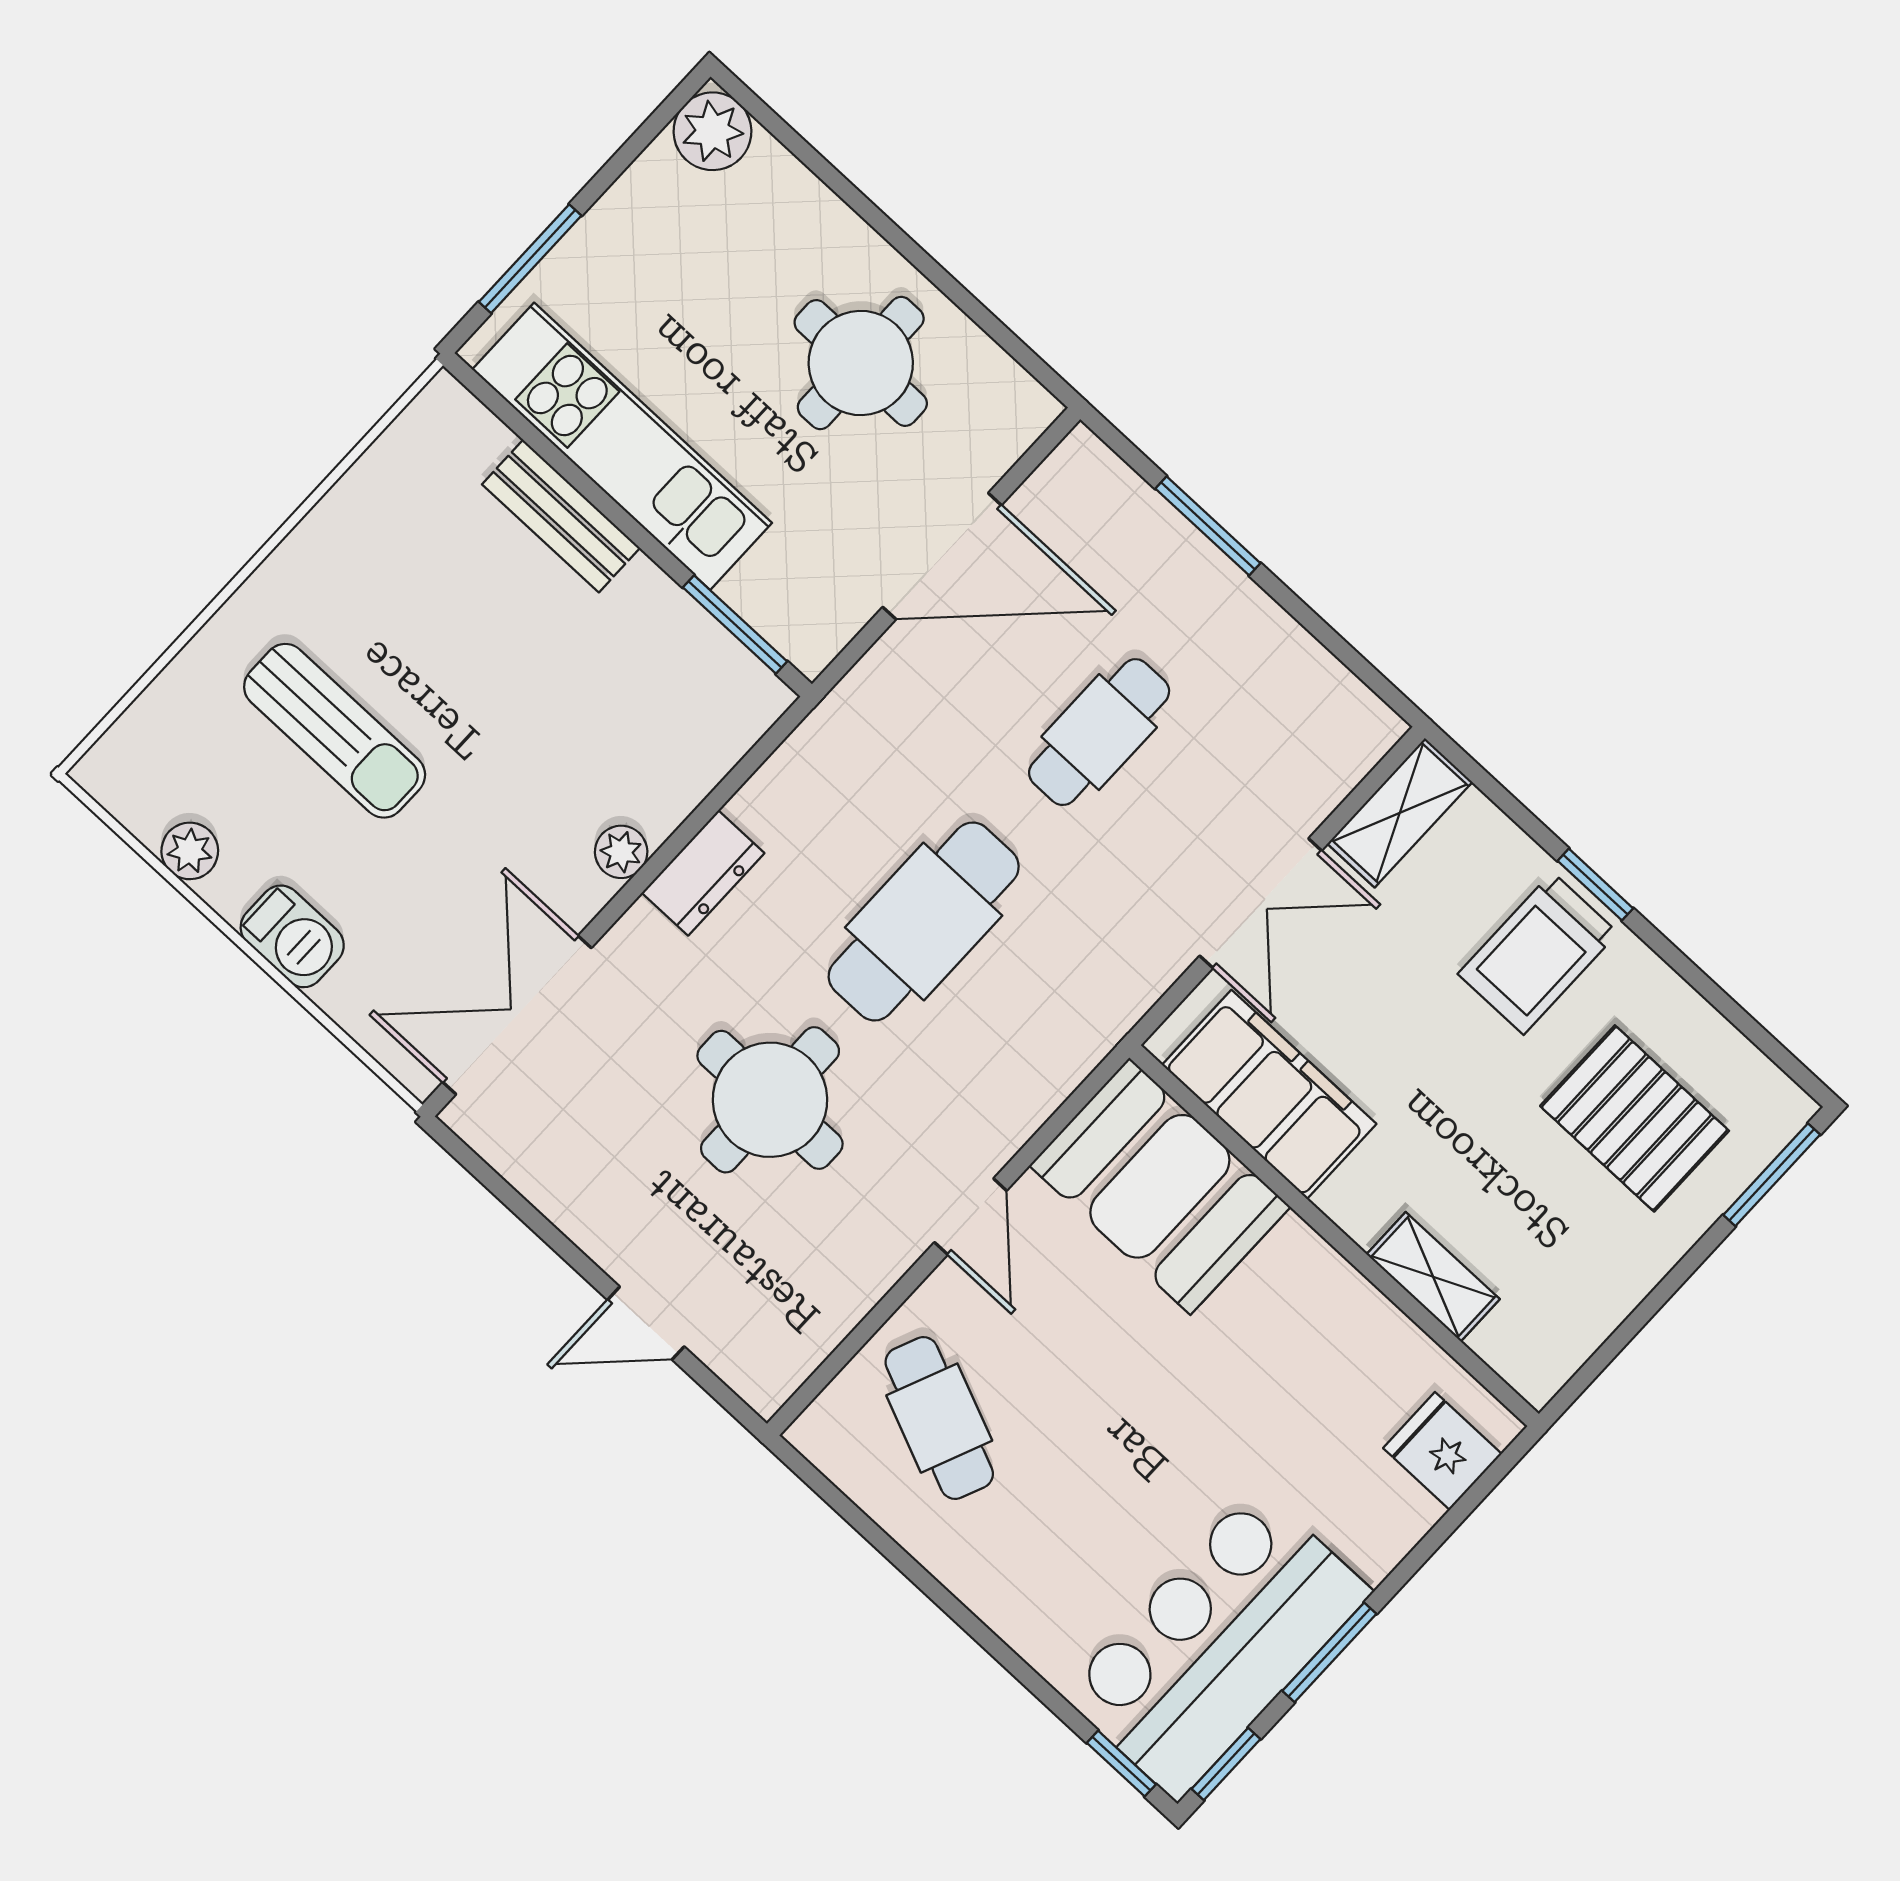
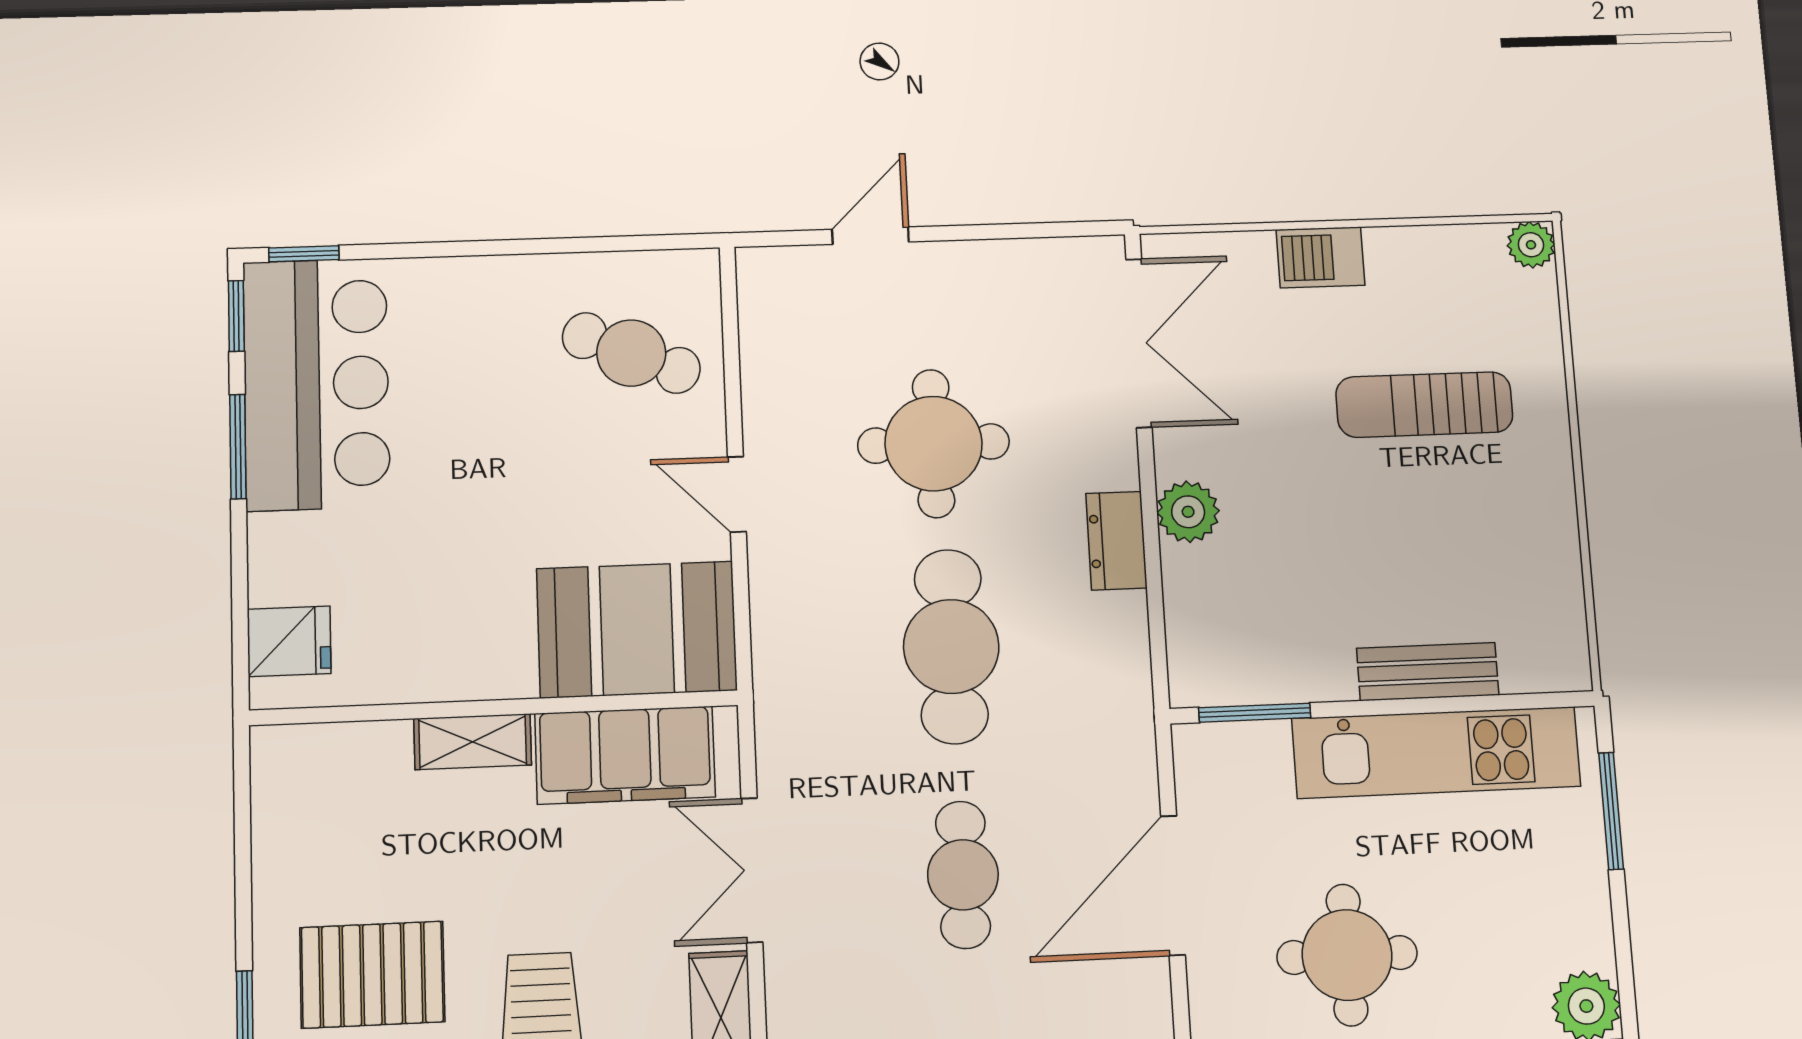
plant: (190, 851) -> (1531, 245), moved
plant: (621, 852) -> (1188, 512), width x1.38, depth x1.38
shelving: (1433, 1277) -> (473, 742), moved

